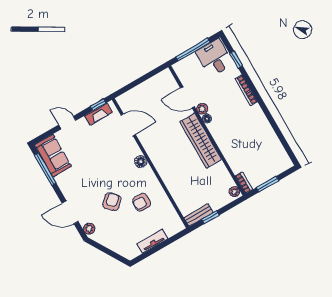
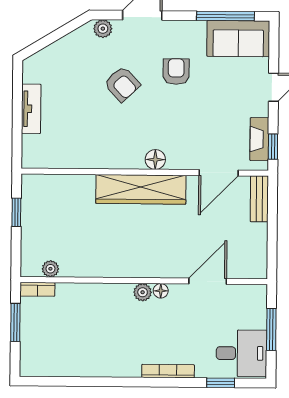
window: (193, 50) -> (271, 329), width x0.69
plant: (202, 109) -> (143, 292), moved
wardrobe: (201, 140) -> (141, 189), moved, turned 180
plant: (235, 192) -> (50, 269), moved
armchair: (142, 202) -> (176, 72), moved
bench: (198, 215) -> (259, 199), moved

